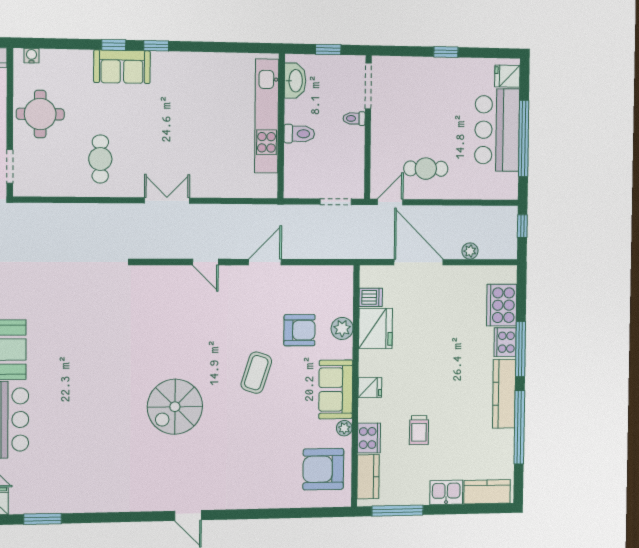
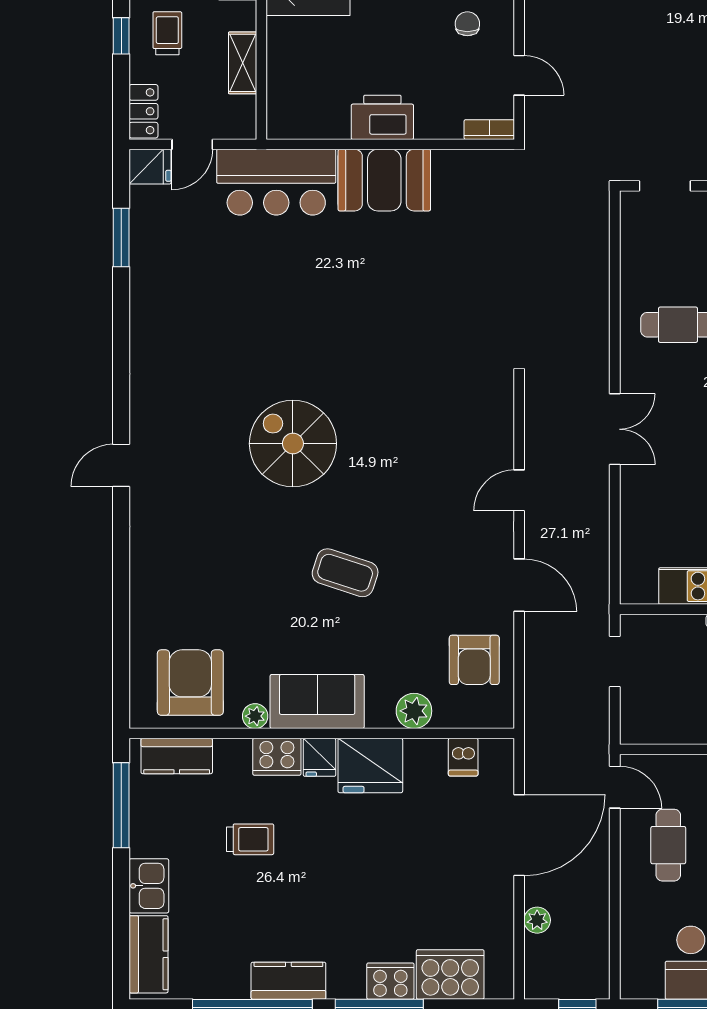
doorway: (336, 202) -> (615, 661), moved
fridge: (376, 328) -> (370, 766), moved
armchair: (299, 330) -> (474, 660), moved
kitchen counter: (504, 394) -> (288, 981), width x0.67
trolley: (419, 430) -> (250, 839), turned 180
cooker: (369, 438) -> (277, 757), moved

